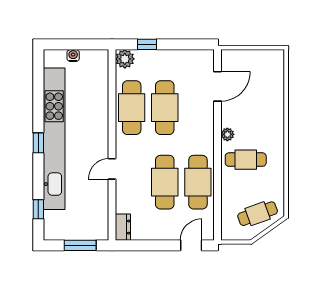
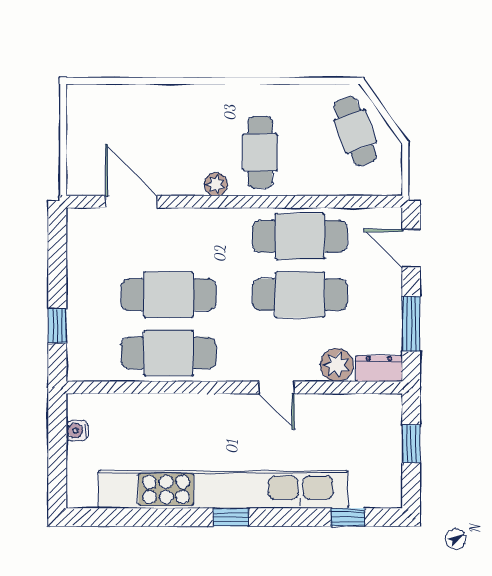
water cooler: (73, 56) -> (77, 431), moved
plant: (125, 59) -> (337, 365), moved
window: (80, 245) -> (411, 444), width x0.67
window: (148, 245) -> (411, 324), added

